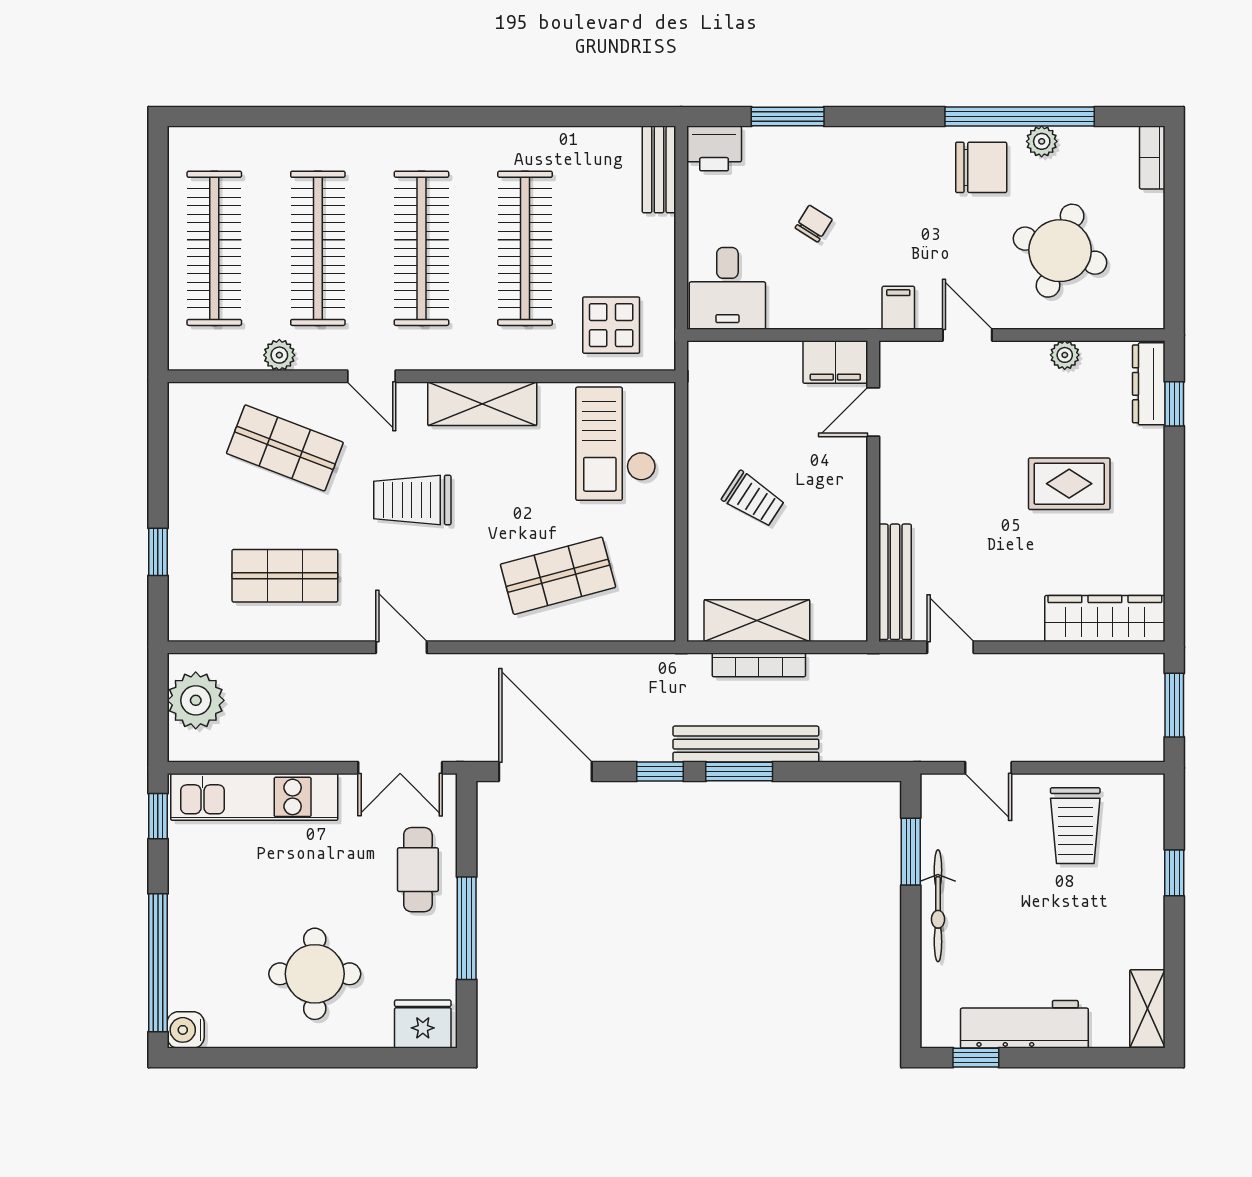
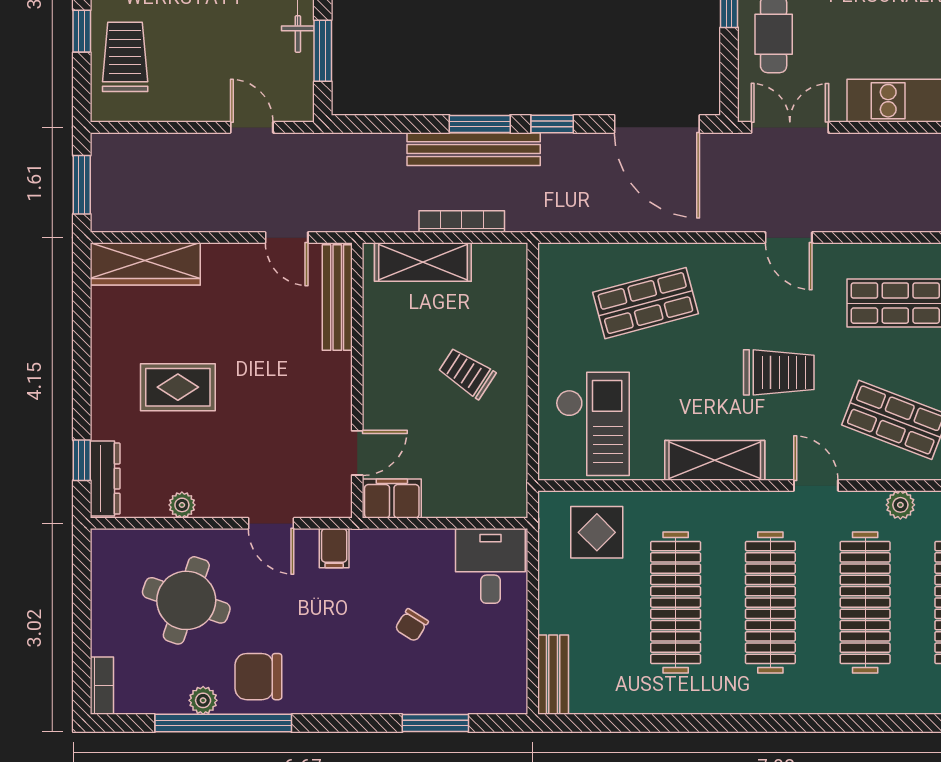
printer: (714, 148) -> (503, 694), removed
shelving: (757, 621) -> (423, 262), moved
trolley: (1075, 826) -> (125, 57), moved

